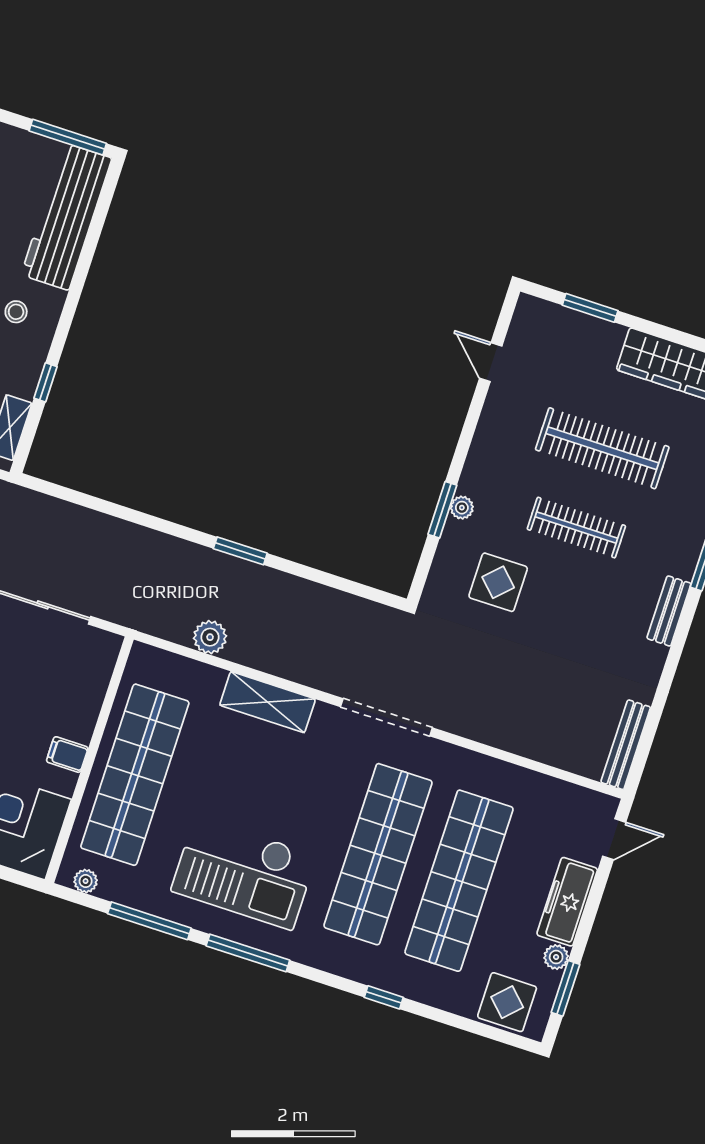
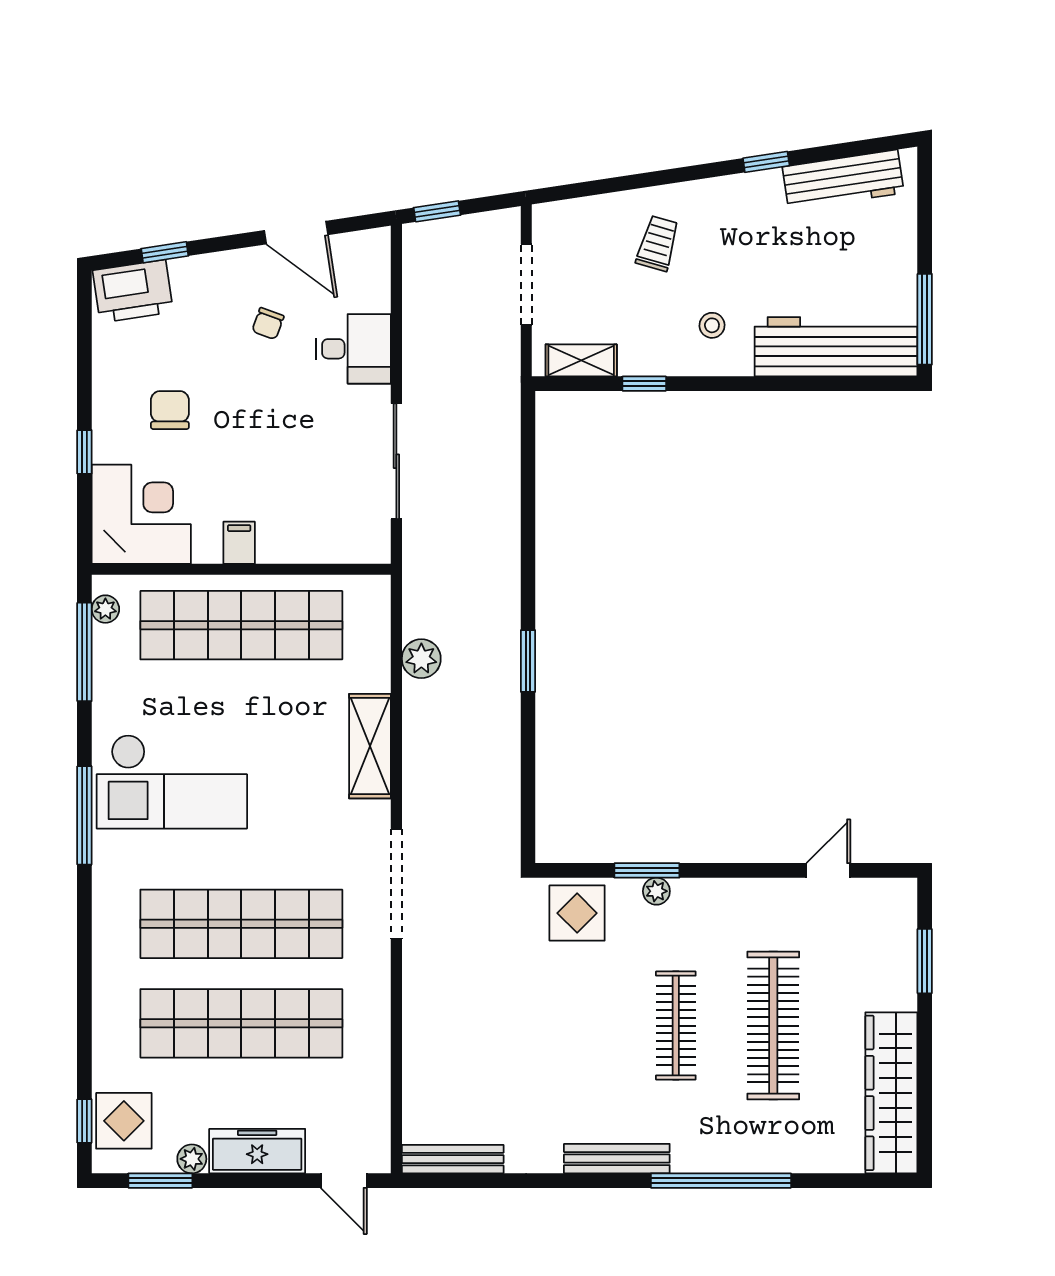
display table: (498, 582) -> (577, 913), moved
bench: (669, 611) -> (617, 1159), width x1.36
checkout: (244, 873) -> (172, 782), turned -90
window: (149, 921) -> (84, 652), moved
window: (384, 997) -> (84, 1121), moved

